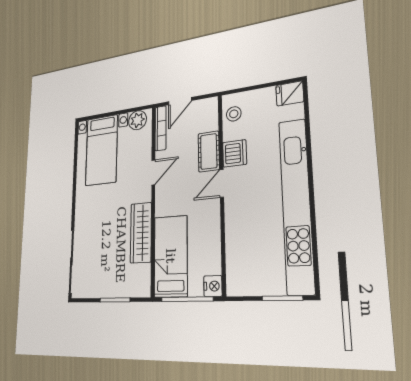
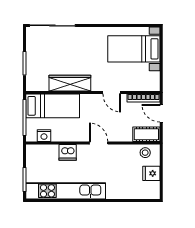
fridge: (290, 94) -> (151, 173), moved, turned -90
plant: (138, 120) -> (153, 79), removed
cot: (209, 151) -> (146, 134), moved
dishwasher: (234, 153) -> (68, 152), moved
kitchen unit: (296, 205) -> (66, 191), width x0.73
nightstand: (213, 286) -> (44, 136), moved

